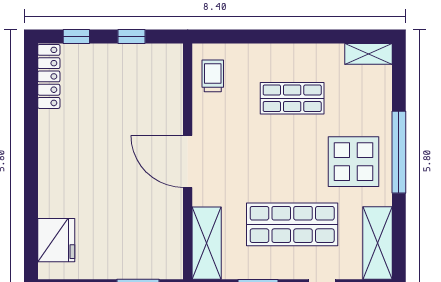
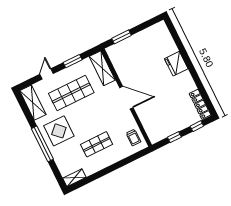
fridge: (56, 240) -> (176, 64), moved

